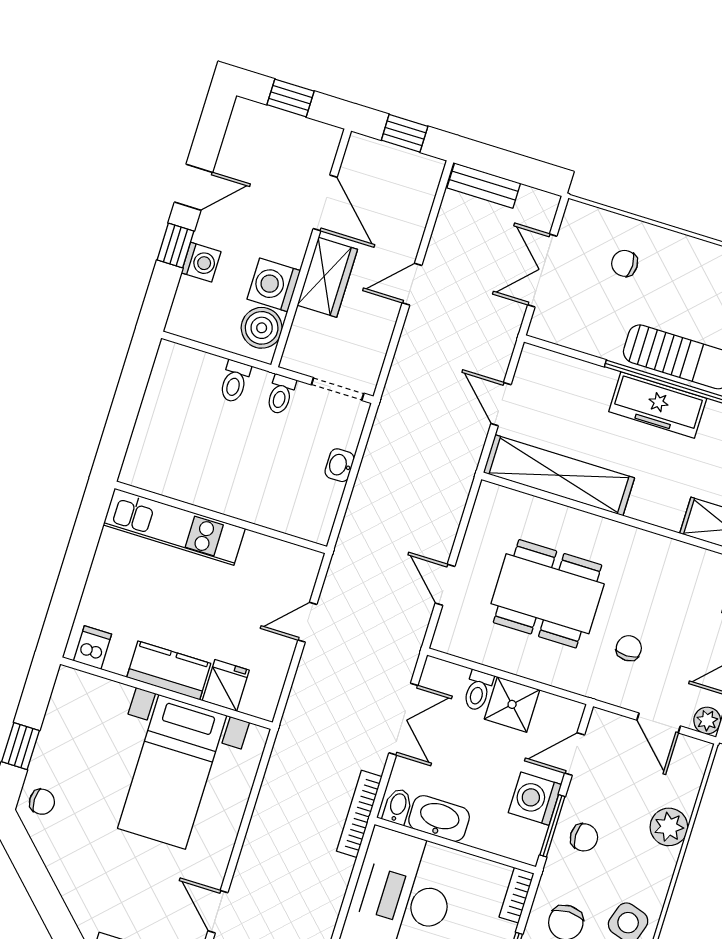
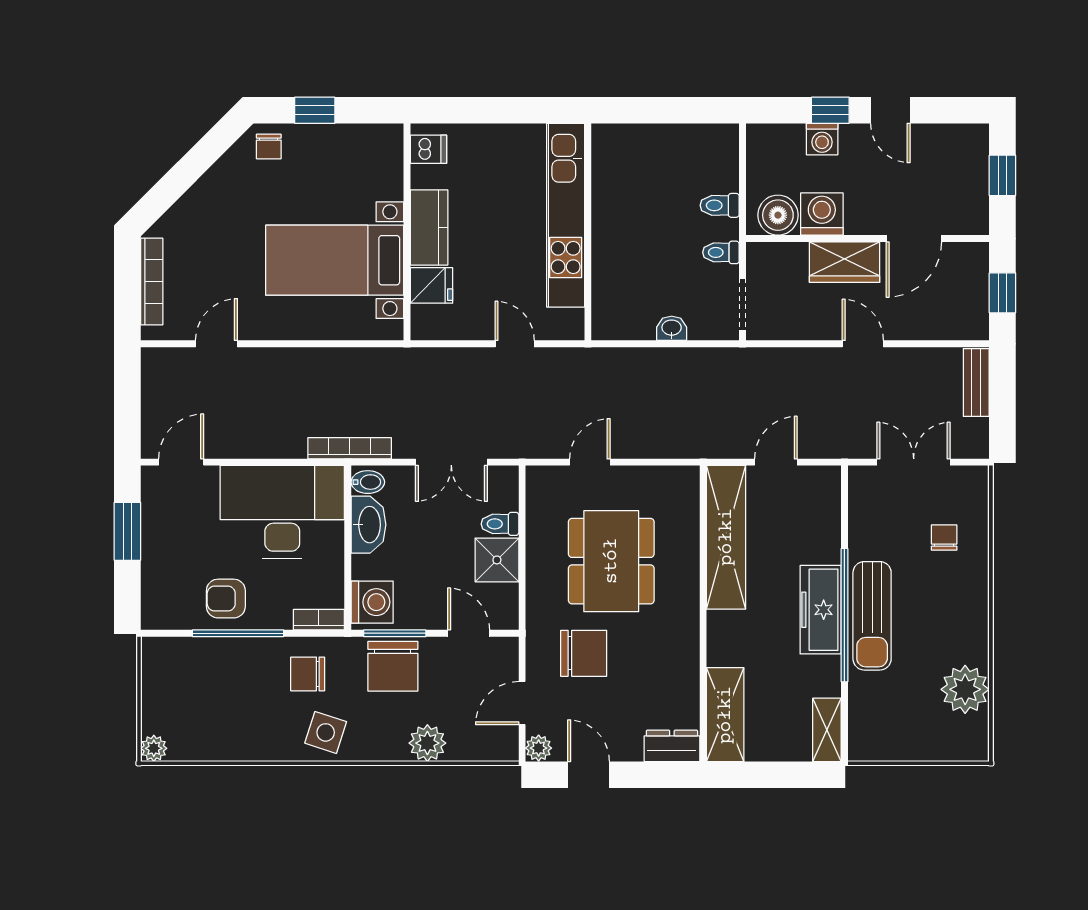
kitchen unit: (174, 527) -> (566, 215), width x1.36
chair: (629, 648) -> (584, 653), width x1.87, depth x1.87
washing machine: (535, 799) -> (372, 602), moved, turned 90
chair: (584, 837) -> (393, 666), width x1.87, depth x1.87

